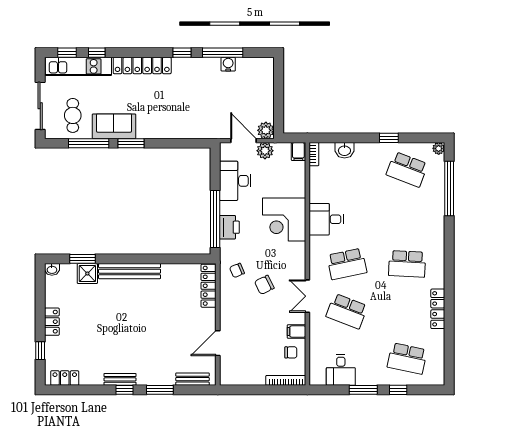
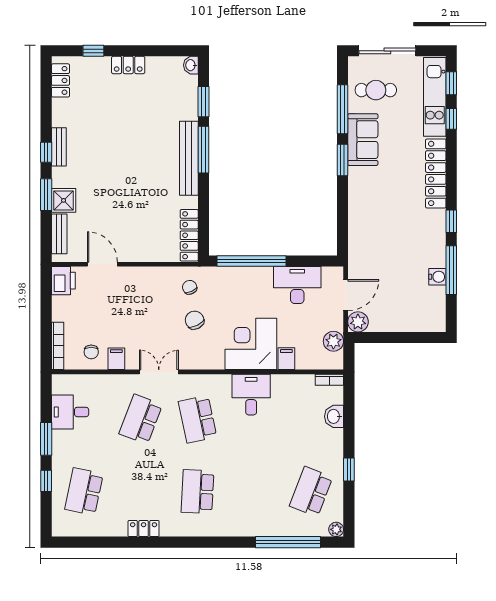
plant: (265, 151) -> (333, 341), moved
filing cabinet: (298, 152) -> (286, 359), moved, turned 90
printer: (229, 227) -> (63, 281), moved, turned -90
window: (122, 259) -> (203, 150), added
shower: (87, 274) -> (64, 200), moved
chair: (264, 285) -> (195, 320), moved
locker: (209, 286) -> (189, 235), moved, turned -90
locker: (438, 309) -> (144, 528), width x0.66

